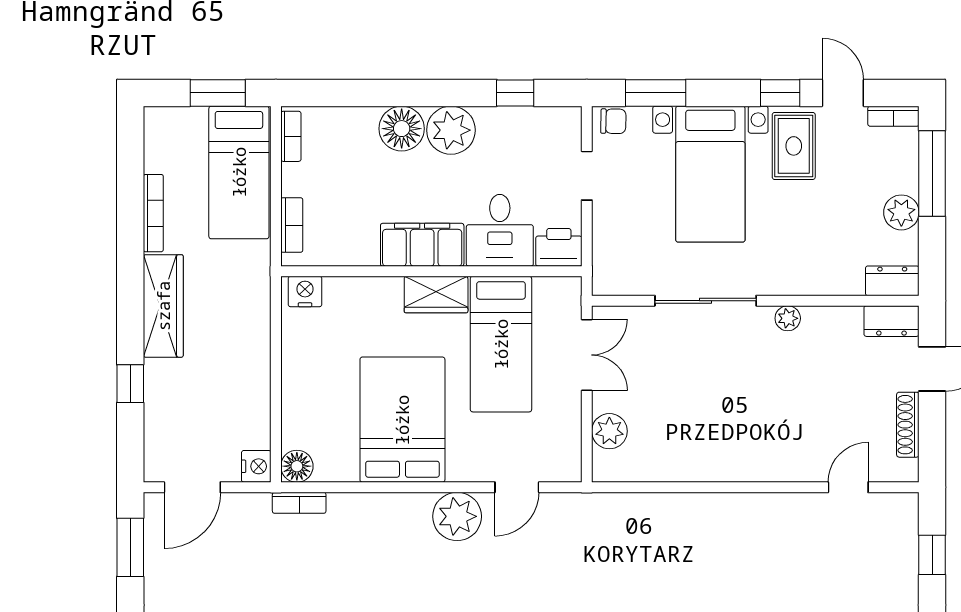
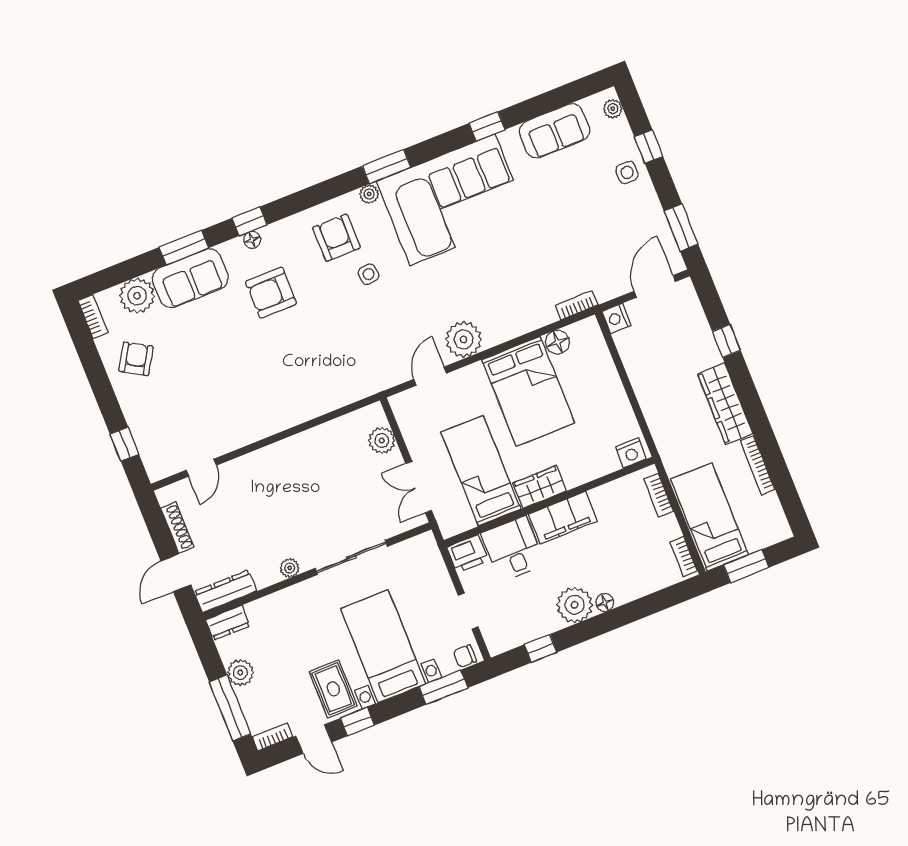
floor lamp: (402, 129) -> (605, 603), width x0.53, depth x0.53
dresser: (891, 321) -> (225, 591), width x1.44
floor lamp: (297, 466) -> (557, 342), moved

